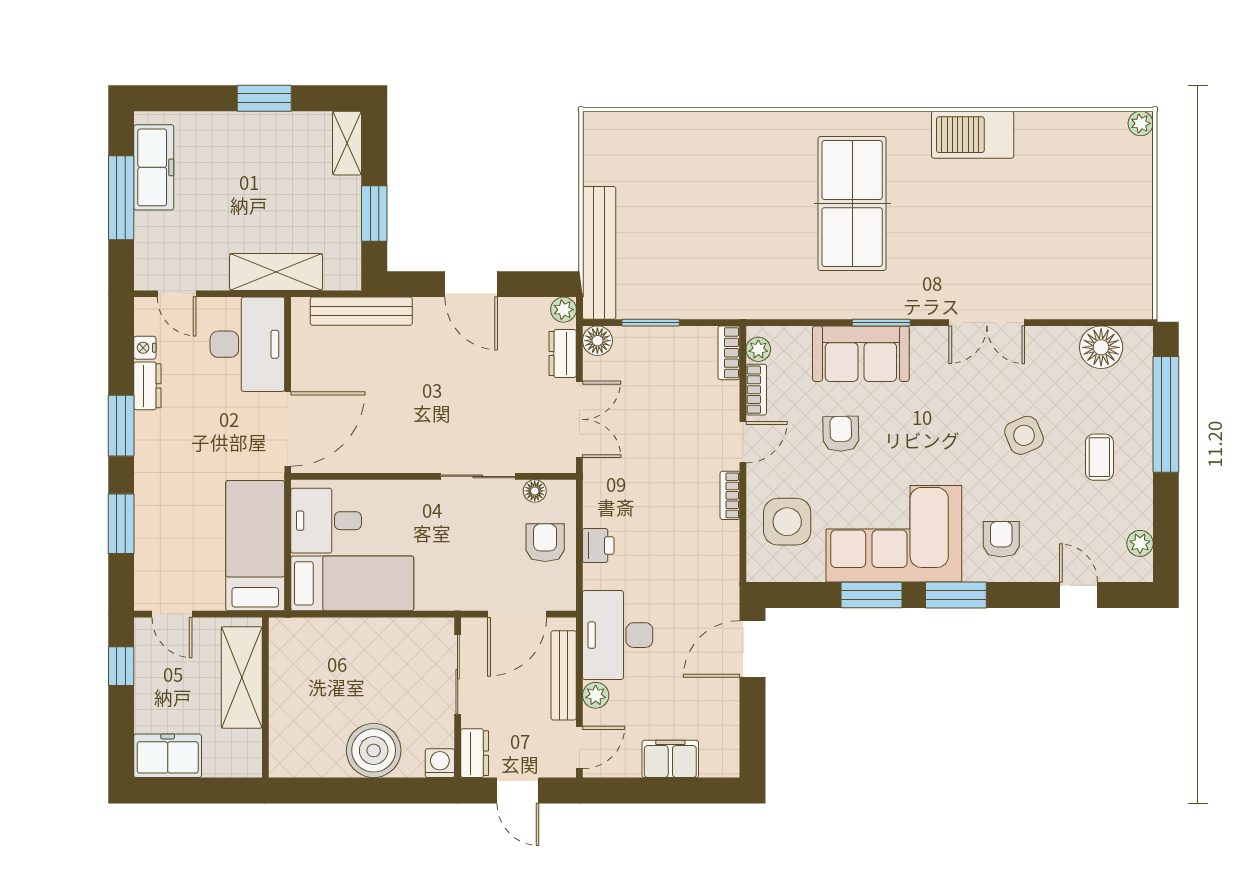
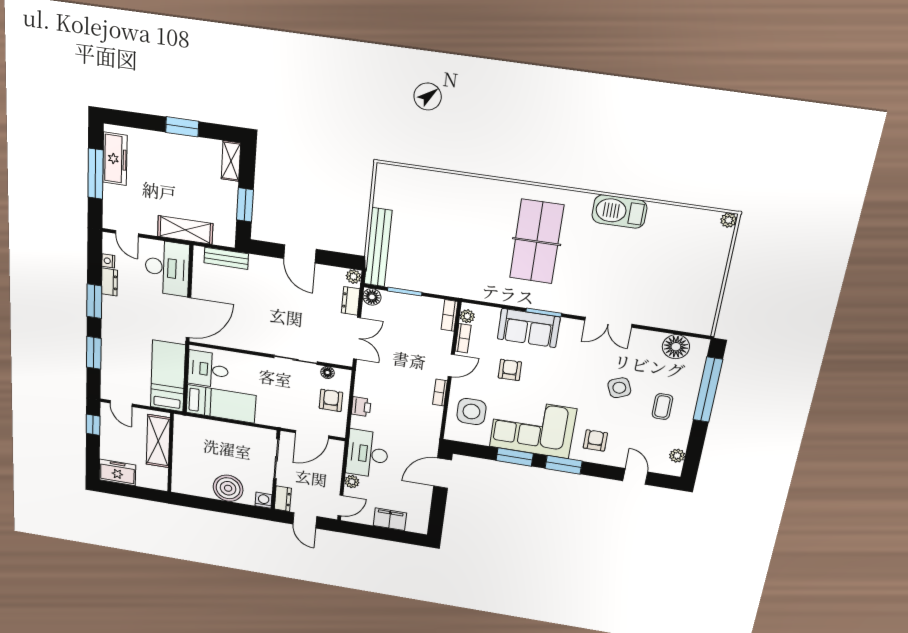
bench: (361, 311) -> (226, 258), width x0.73
bench: (564, 675) -> (335, 469), removed

